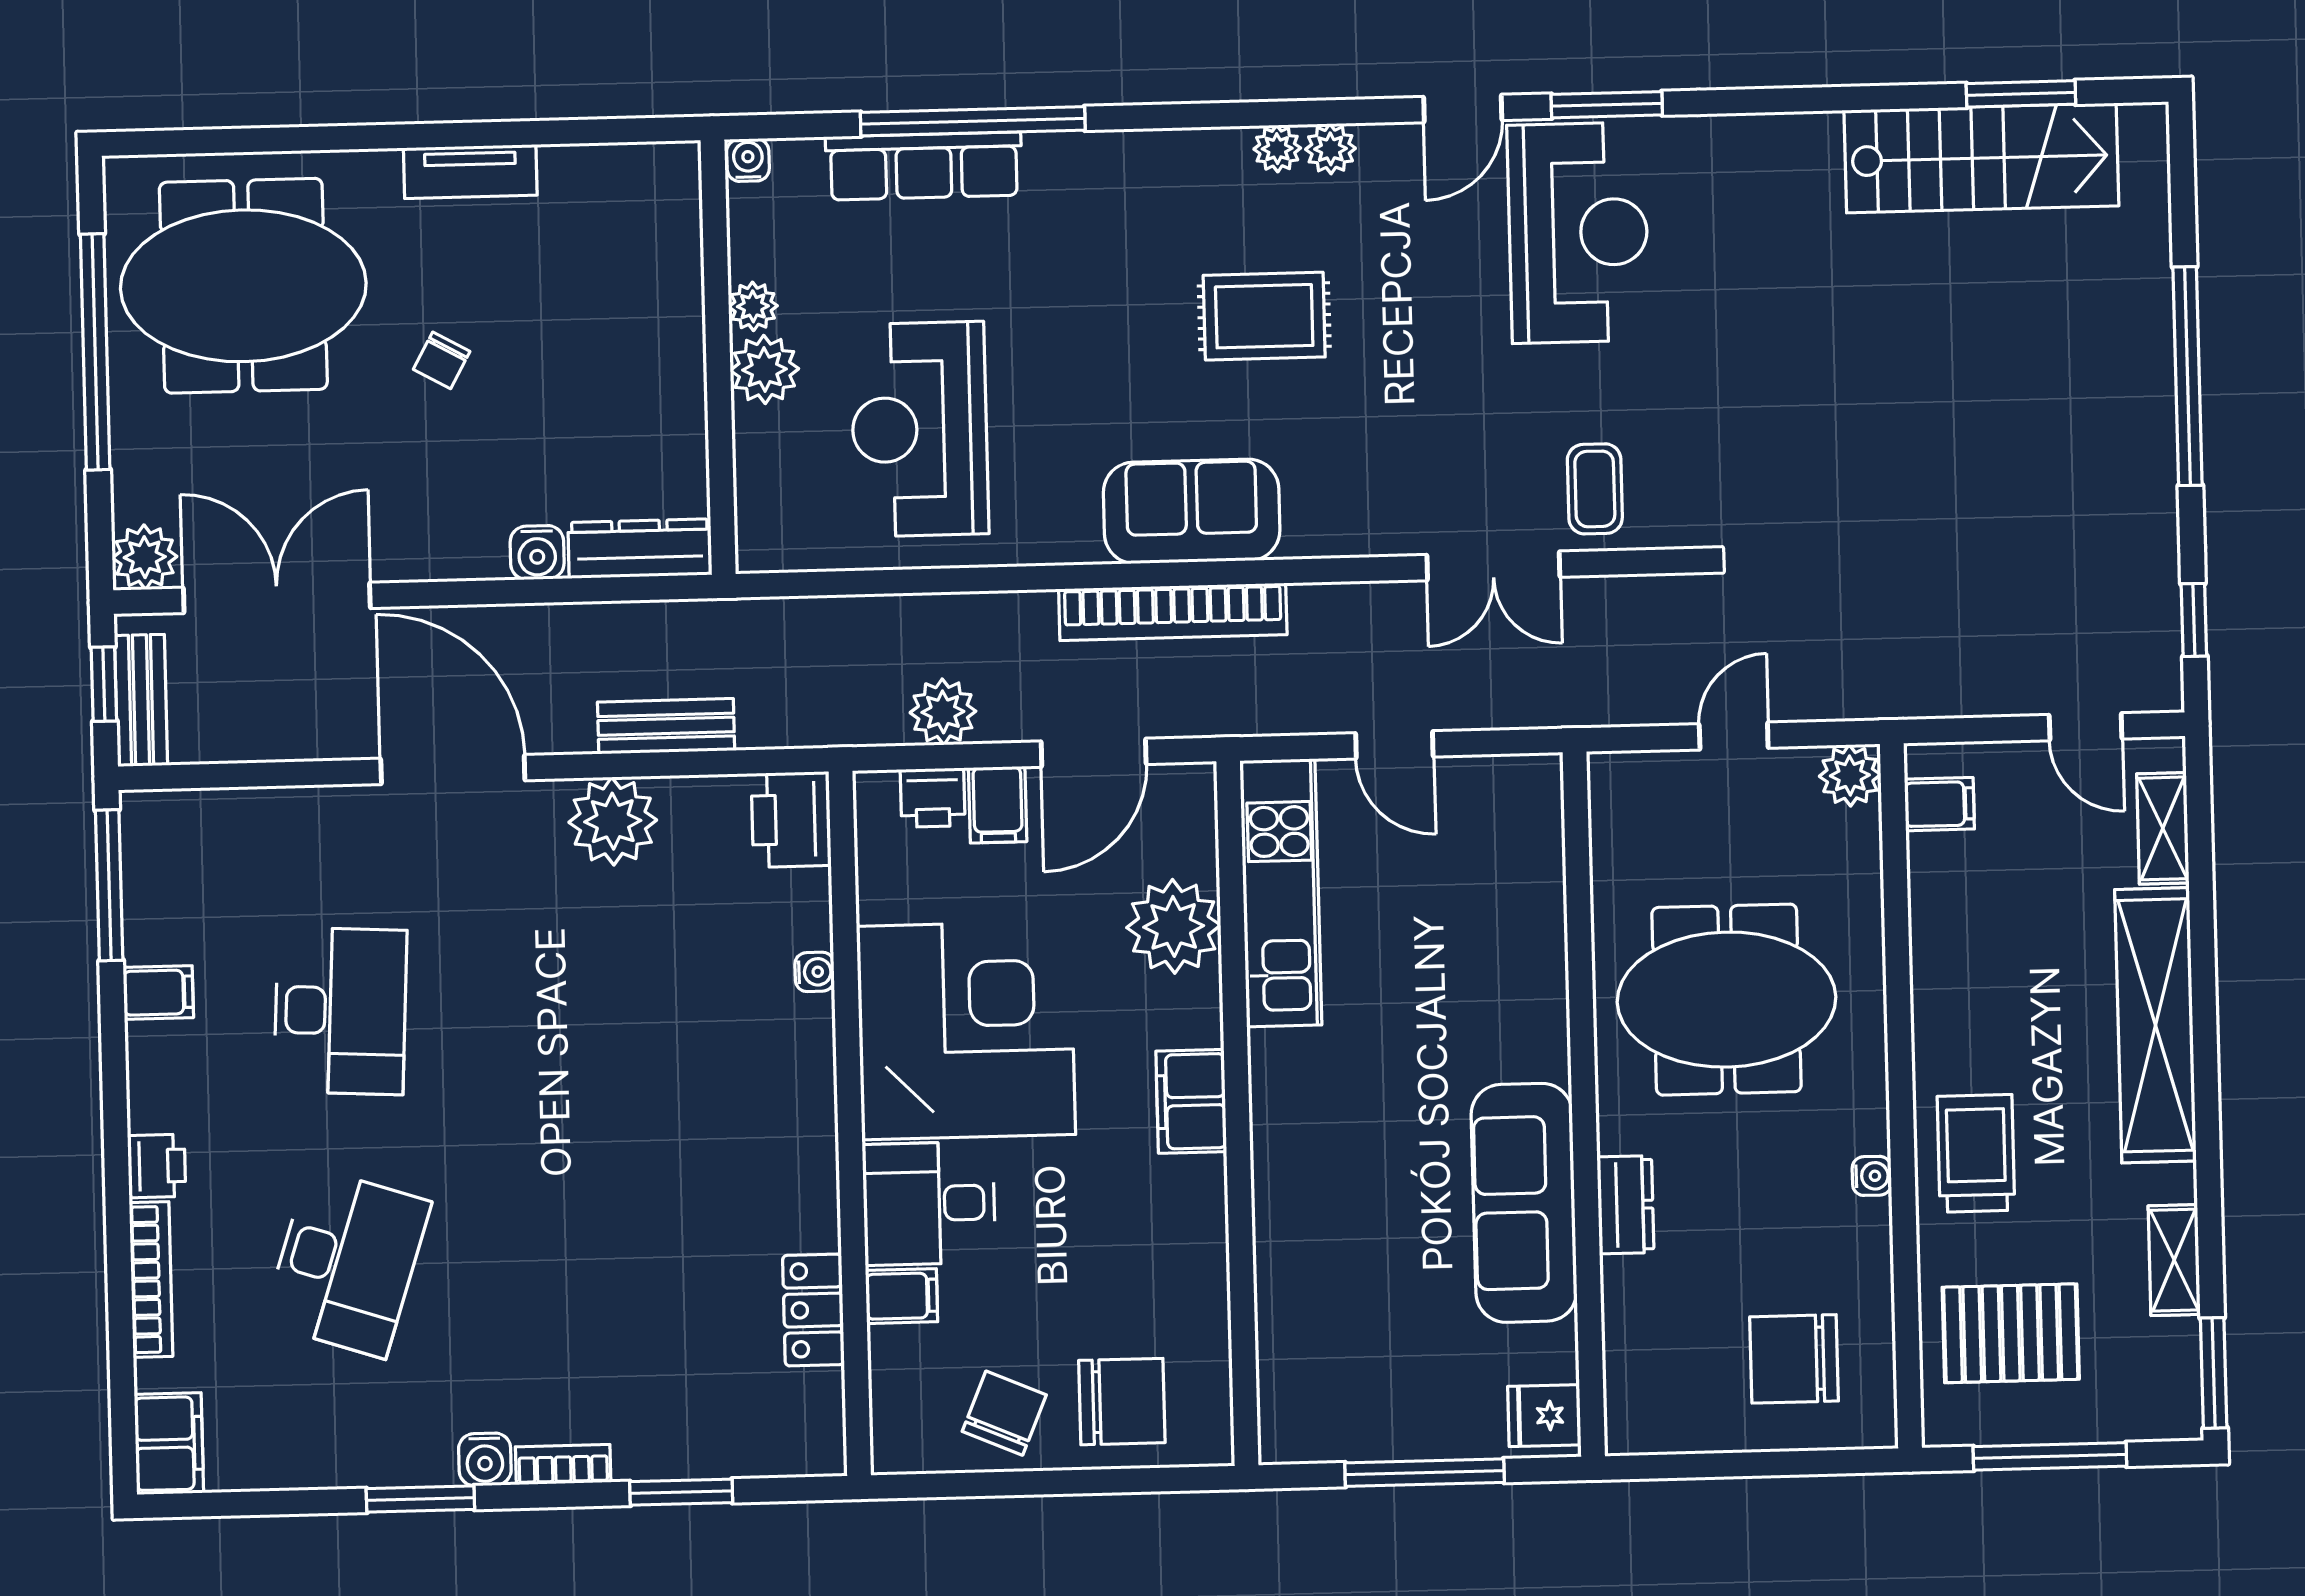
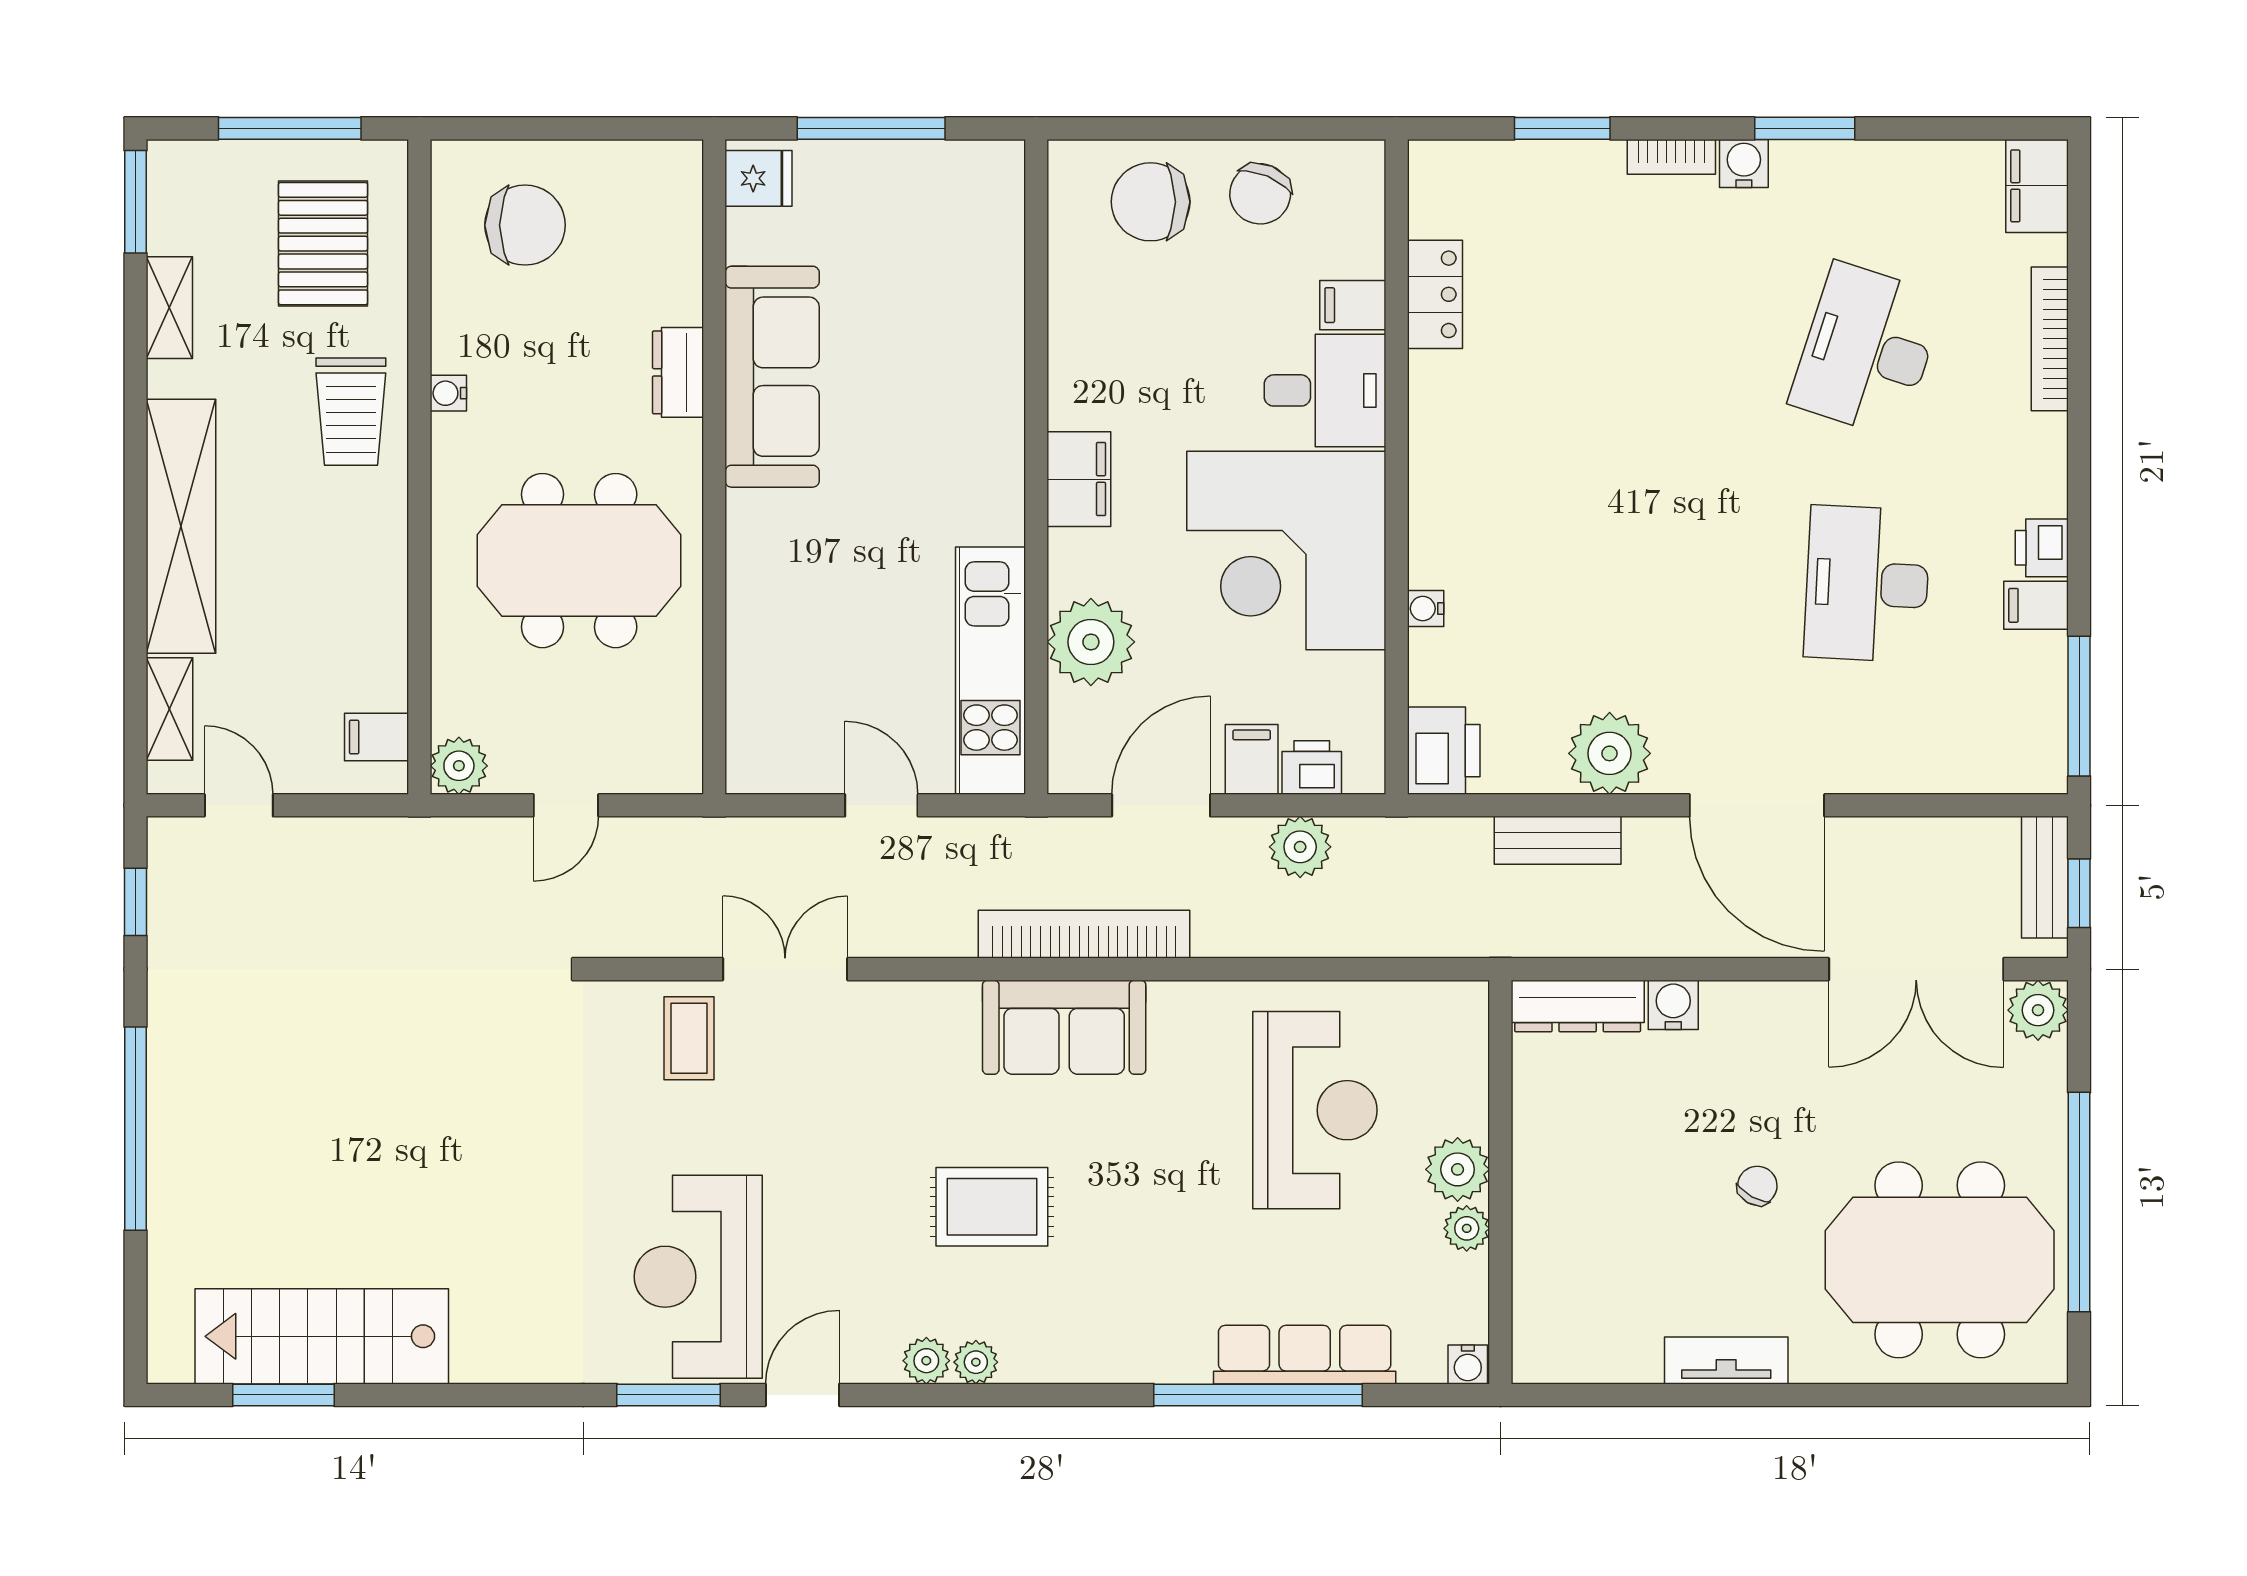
printer: (157, 1166) -> (2042, 548), moved
pallet: (2011, 1333) -> (323, 244), turned 90

